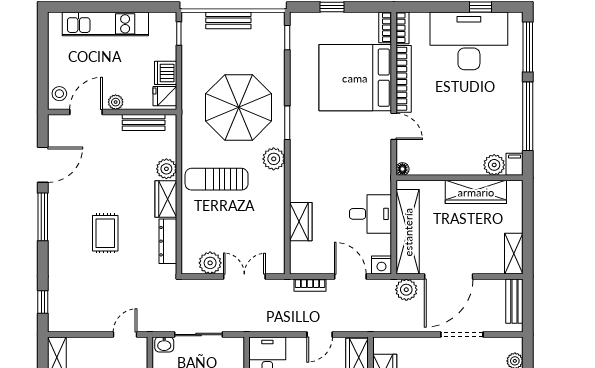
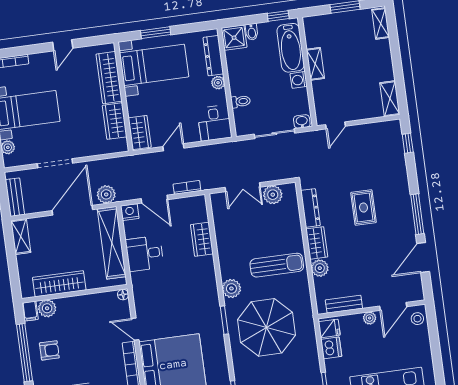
armchair: (498, 115) -> (49, 350), added

